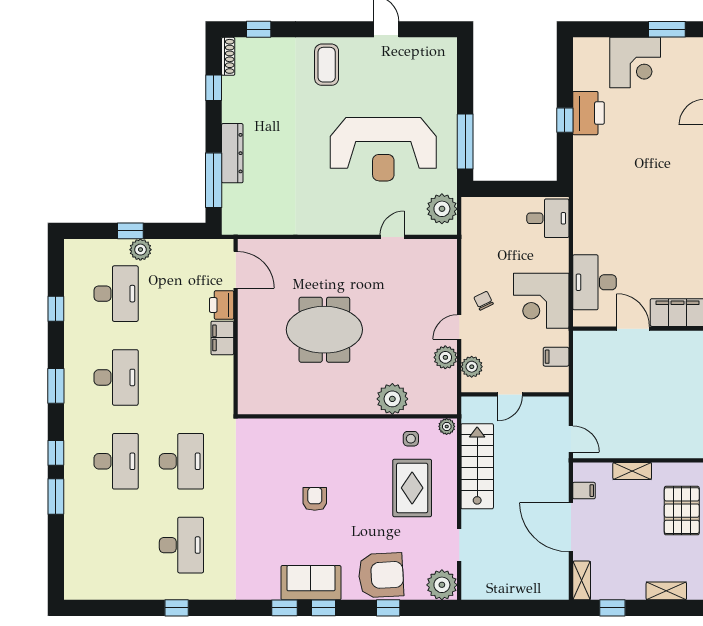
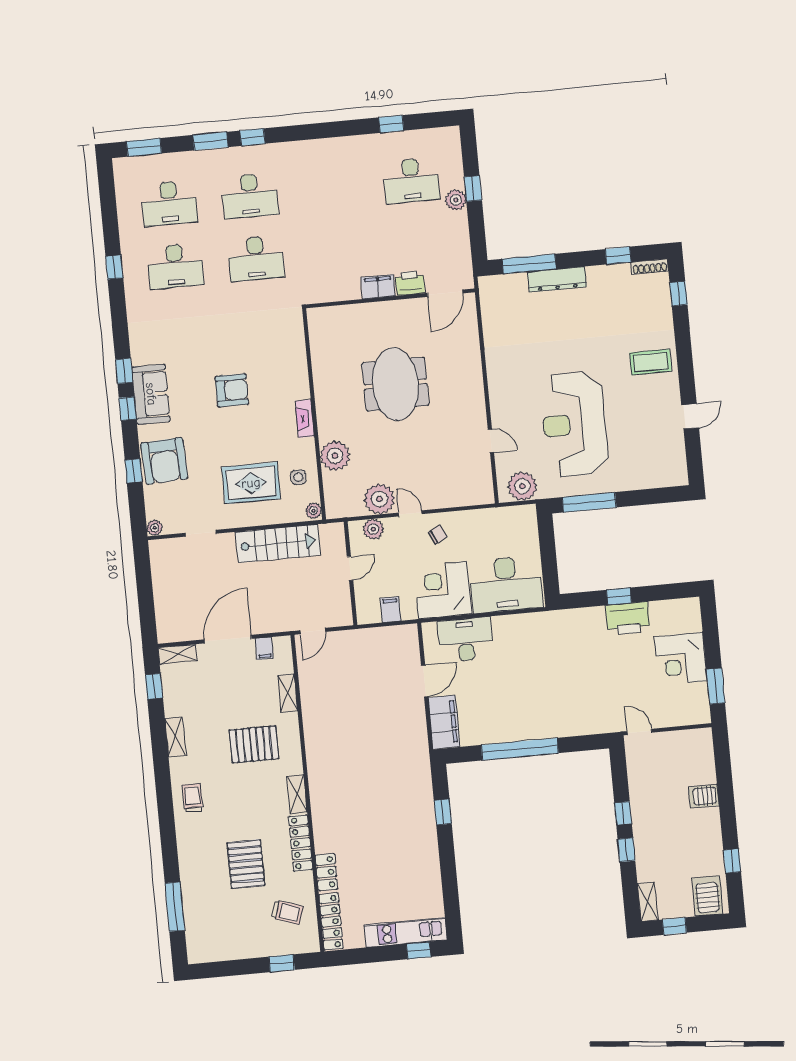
desk: (548, 218) -> (506, 584), width x1.87, depth x1.30
plant: (445, 357) -> (379, 499), width x1.36, depth x1.36
desk: (116, 377) -> (169, 203), moved
window: (56, 386) -> (144, 147), moved
door: (510, 394) -> (350, 568), swing flipped
fireplace: (351, 427) -> (305, 419), added
armchair: (315, 499) -> (232, 390), width x1.38, depth x1.38
plant: (442, 585) -> (155, 528), width x0.53, depth x0.53

